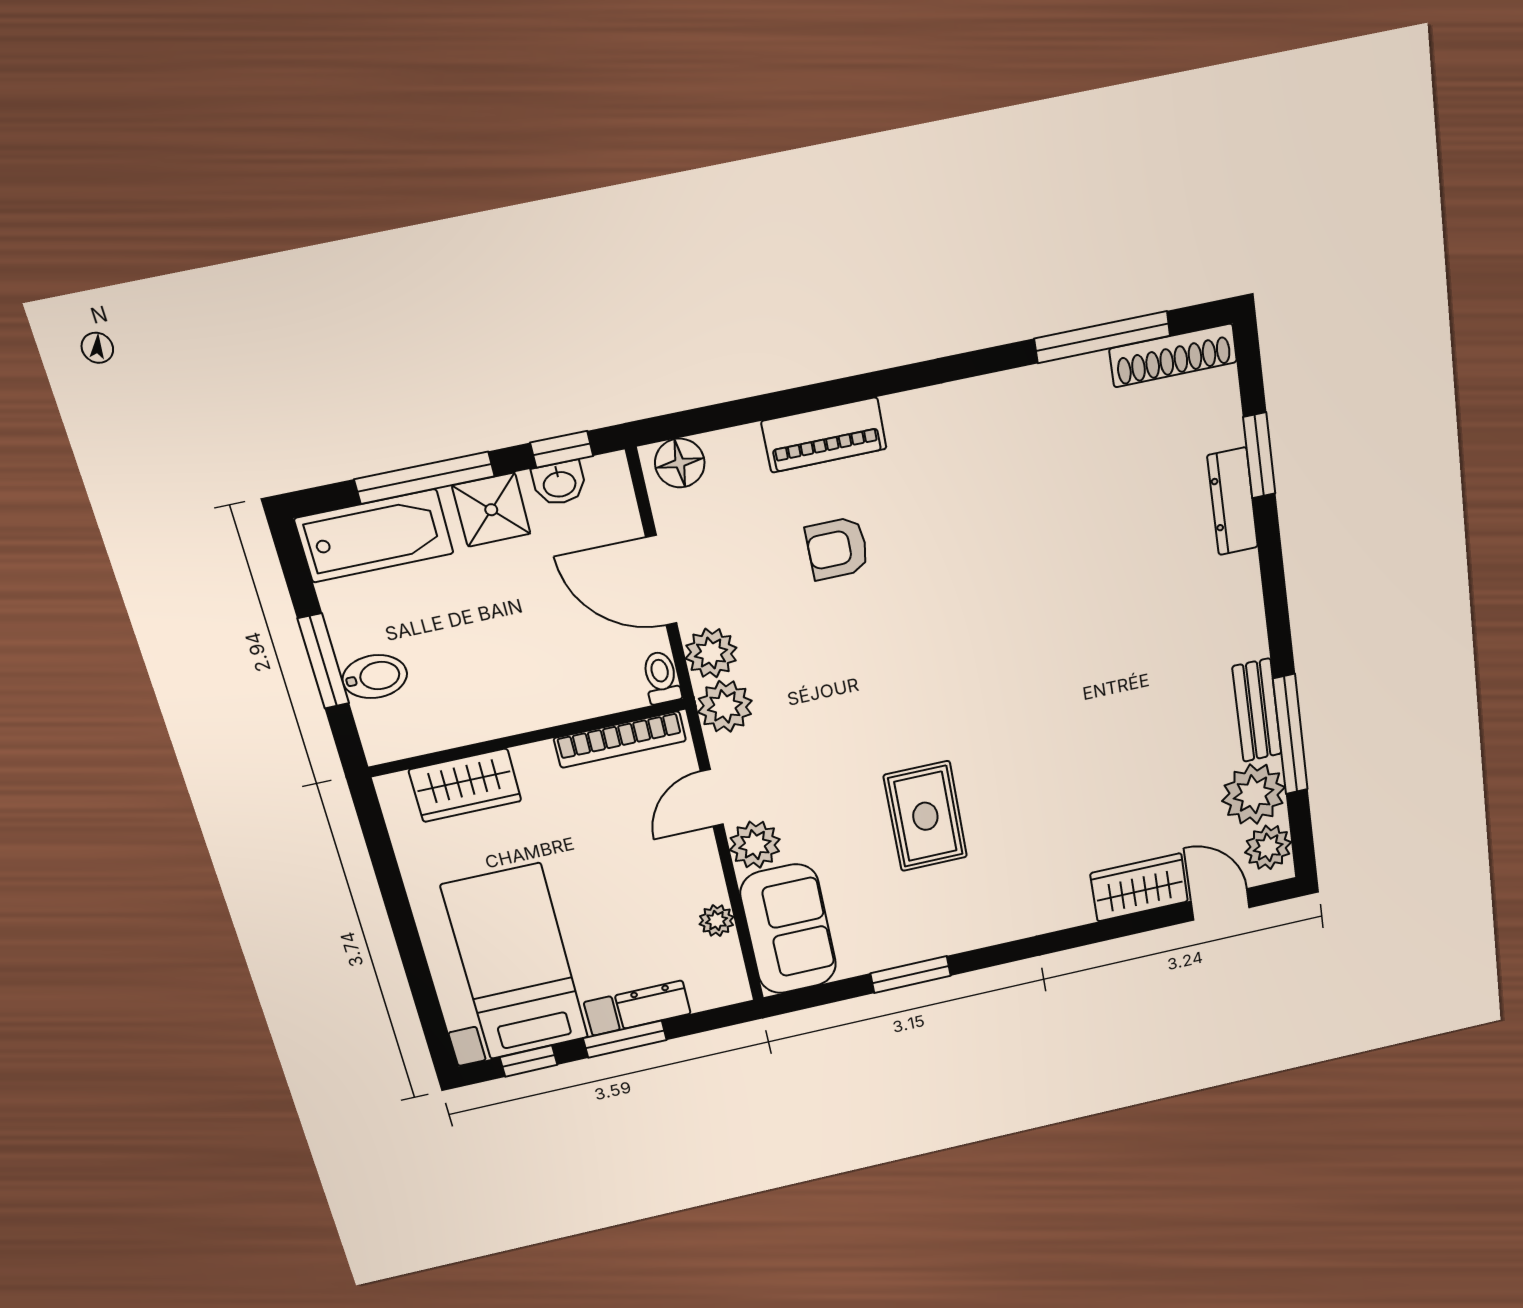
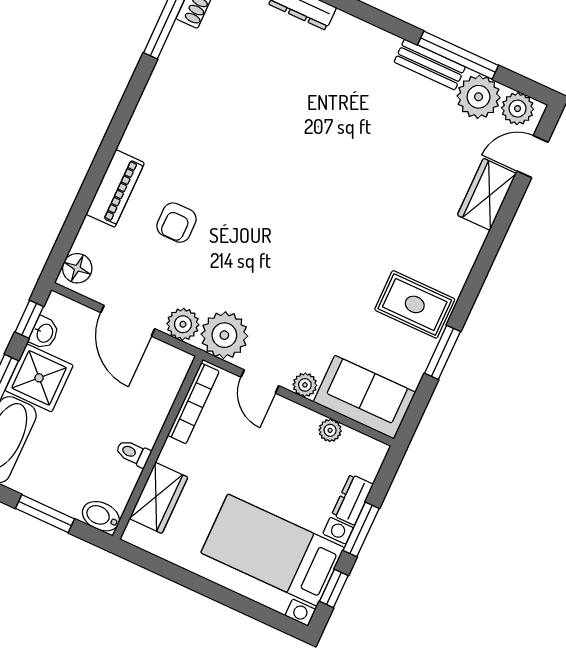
shower: (491, 510) -> (39, 378), width x1.36, depth x1.36
door: (661, 580) -> (128, 321), hinge flipped
bidet: (375, 677) -> (101, 516), moved, turned -90
toilet: (661, 678) -> (133, 453), moved
plant: (725, 706) -> (224, 335), width x1.36, depth x1.36
rug: (925, 816) -> (415, 304), moved
plant: (755, 845) -> (305, 385), width x0.73, depth x0.73

